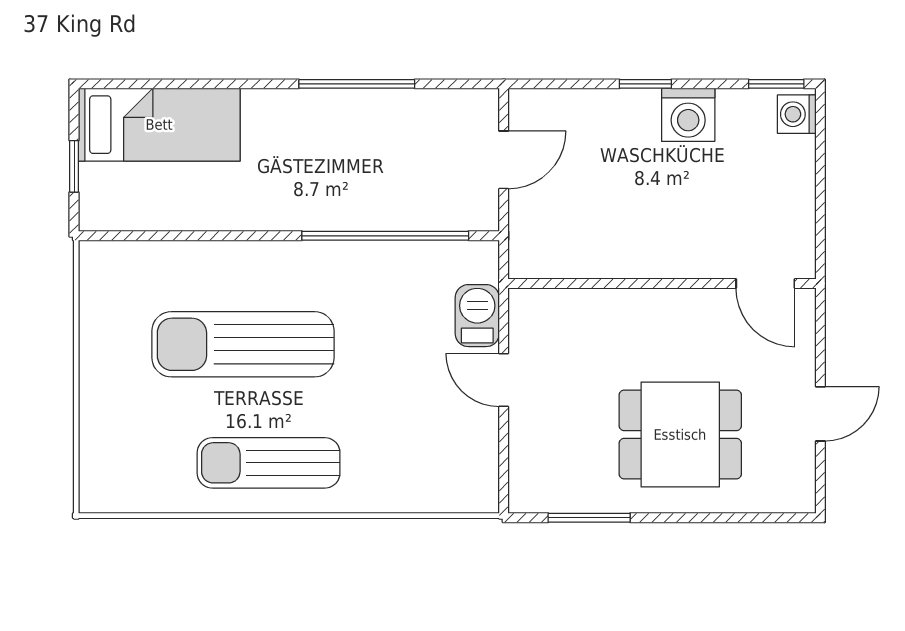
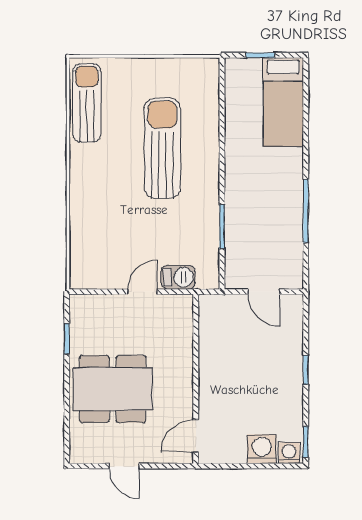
washing machine: (688, 115) -> (262, 449), moved, turned 90
window: (385, 236) -> (222, 227), width x0.47
dining table: (680, 435) -> (113, 389), width x1.38
sun lounger: (269, 463) -> (87, 103), moved
window: (589, 518) -> (67, 339), width x0.67

